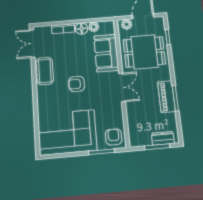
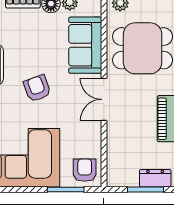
armchair: (77, 84) -> (37, 88), turned 70
double door: (122, 87) -> (104, 99), swing flipped

